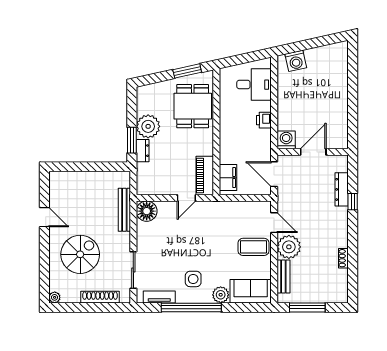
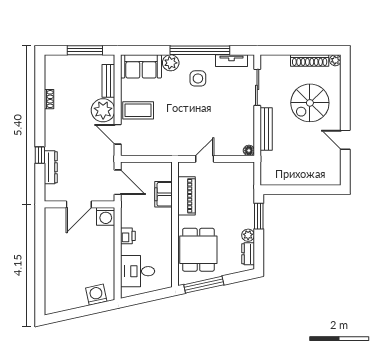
window: (187, 71) -> (204, 285), width x1.44
plant: (148, 126) -> (248, 235), width x0.53, depth x0.53
dresser: (143, 151) -> (248, 254), moved
piano: (205, 176) -> (186, 196), moved
filing cabinet: (228, 178) -> (163, 194), moved
bench: (124, 210) -> (266, 129), moved
floor lamp: (147, 211) -> (249, 151), width x0.53, depth x0.53
shoe rack: (100, 297) -> (310, 60), moved

